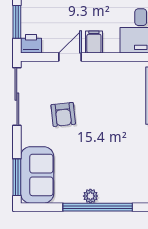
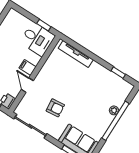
plant: (90, 196) -> (114, 110), moved

